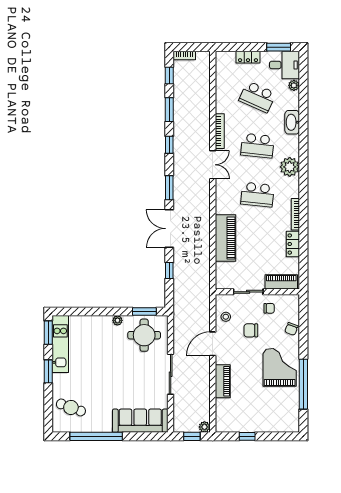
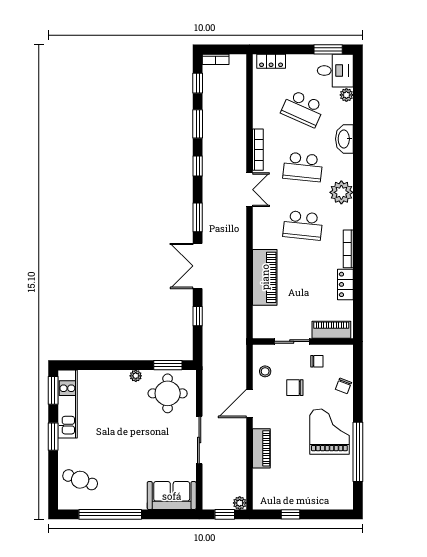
locker: (248, 57) -> (271, 61), moved
sofa: (140, 421) -> (172, 496), width x0.73

